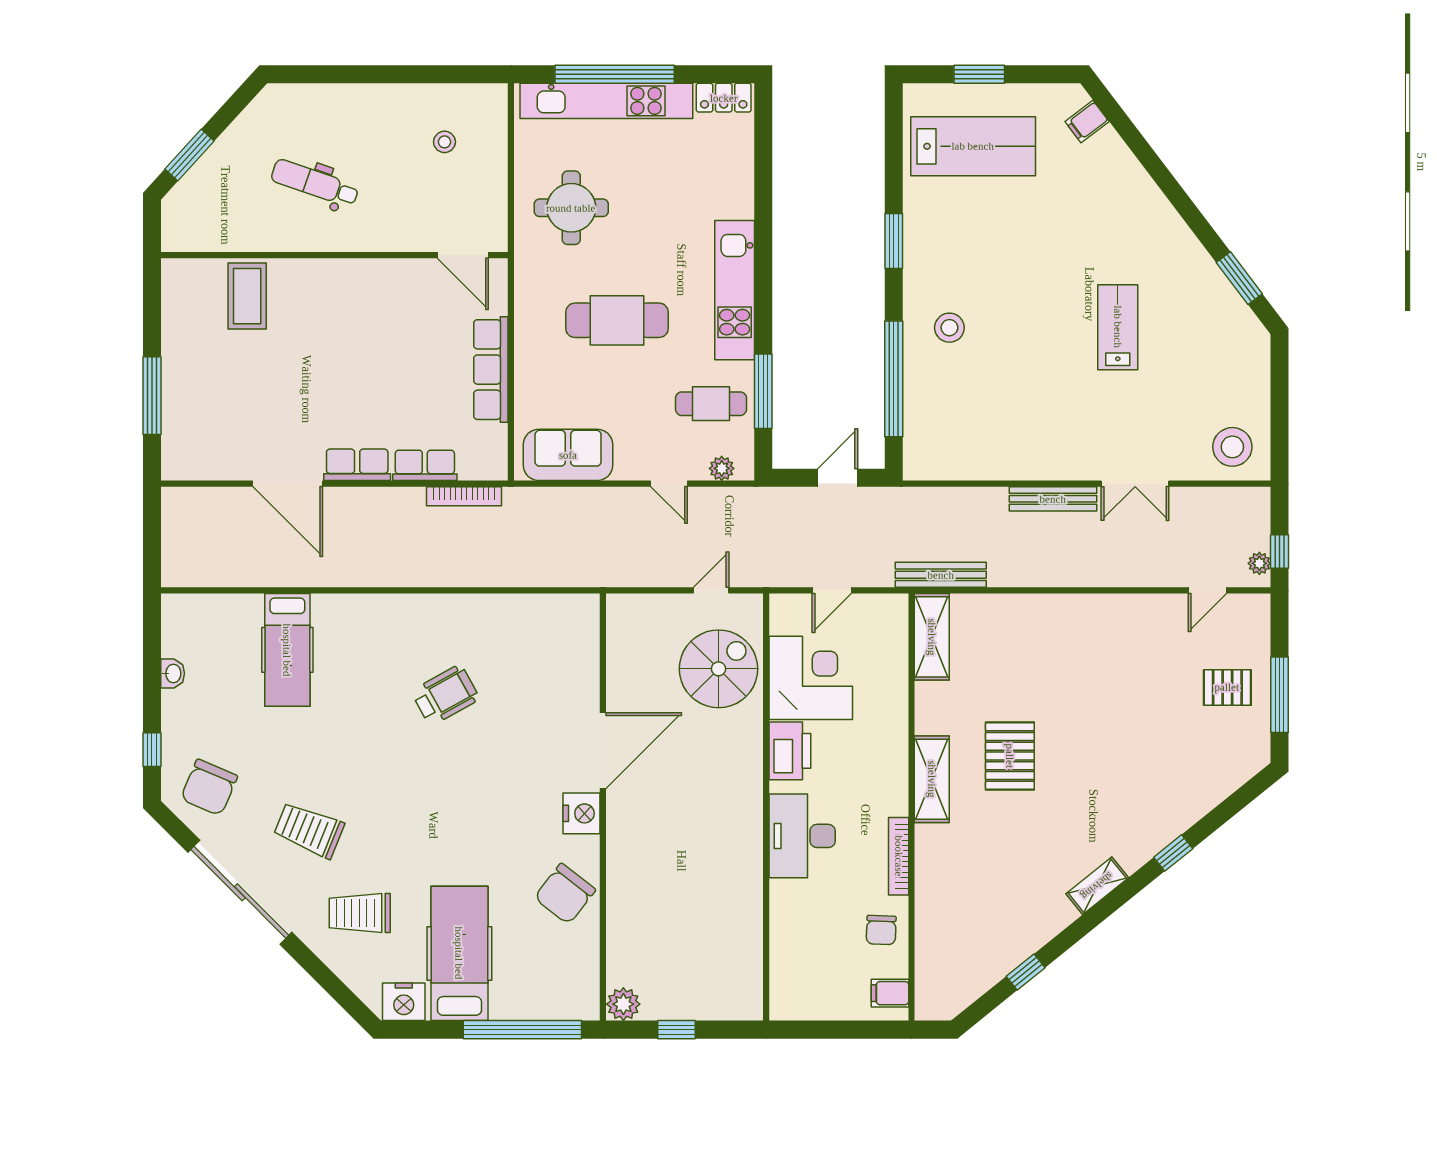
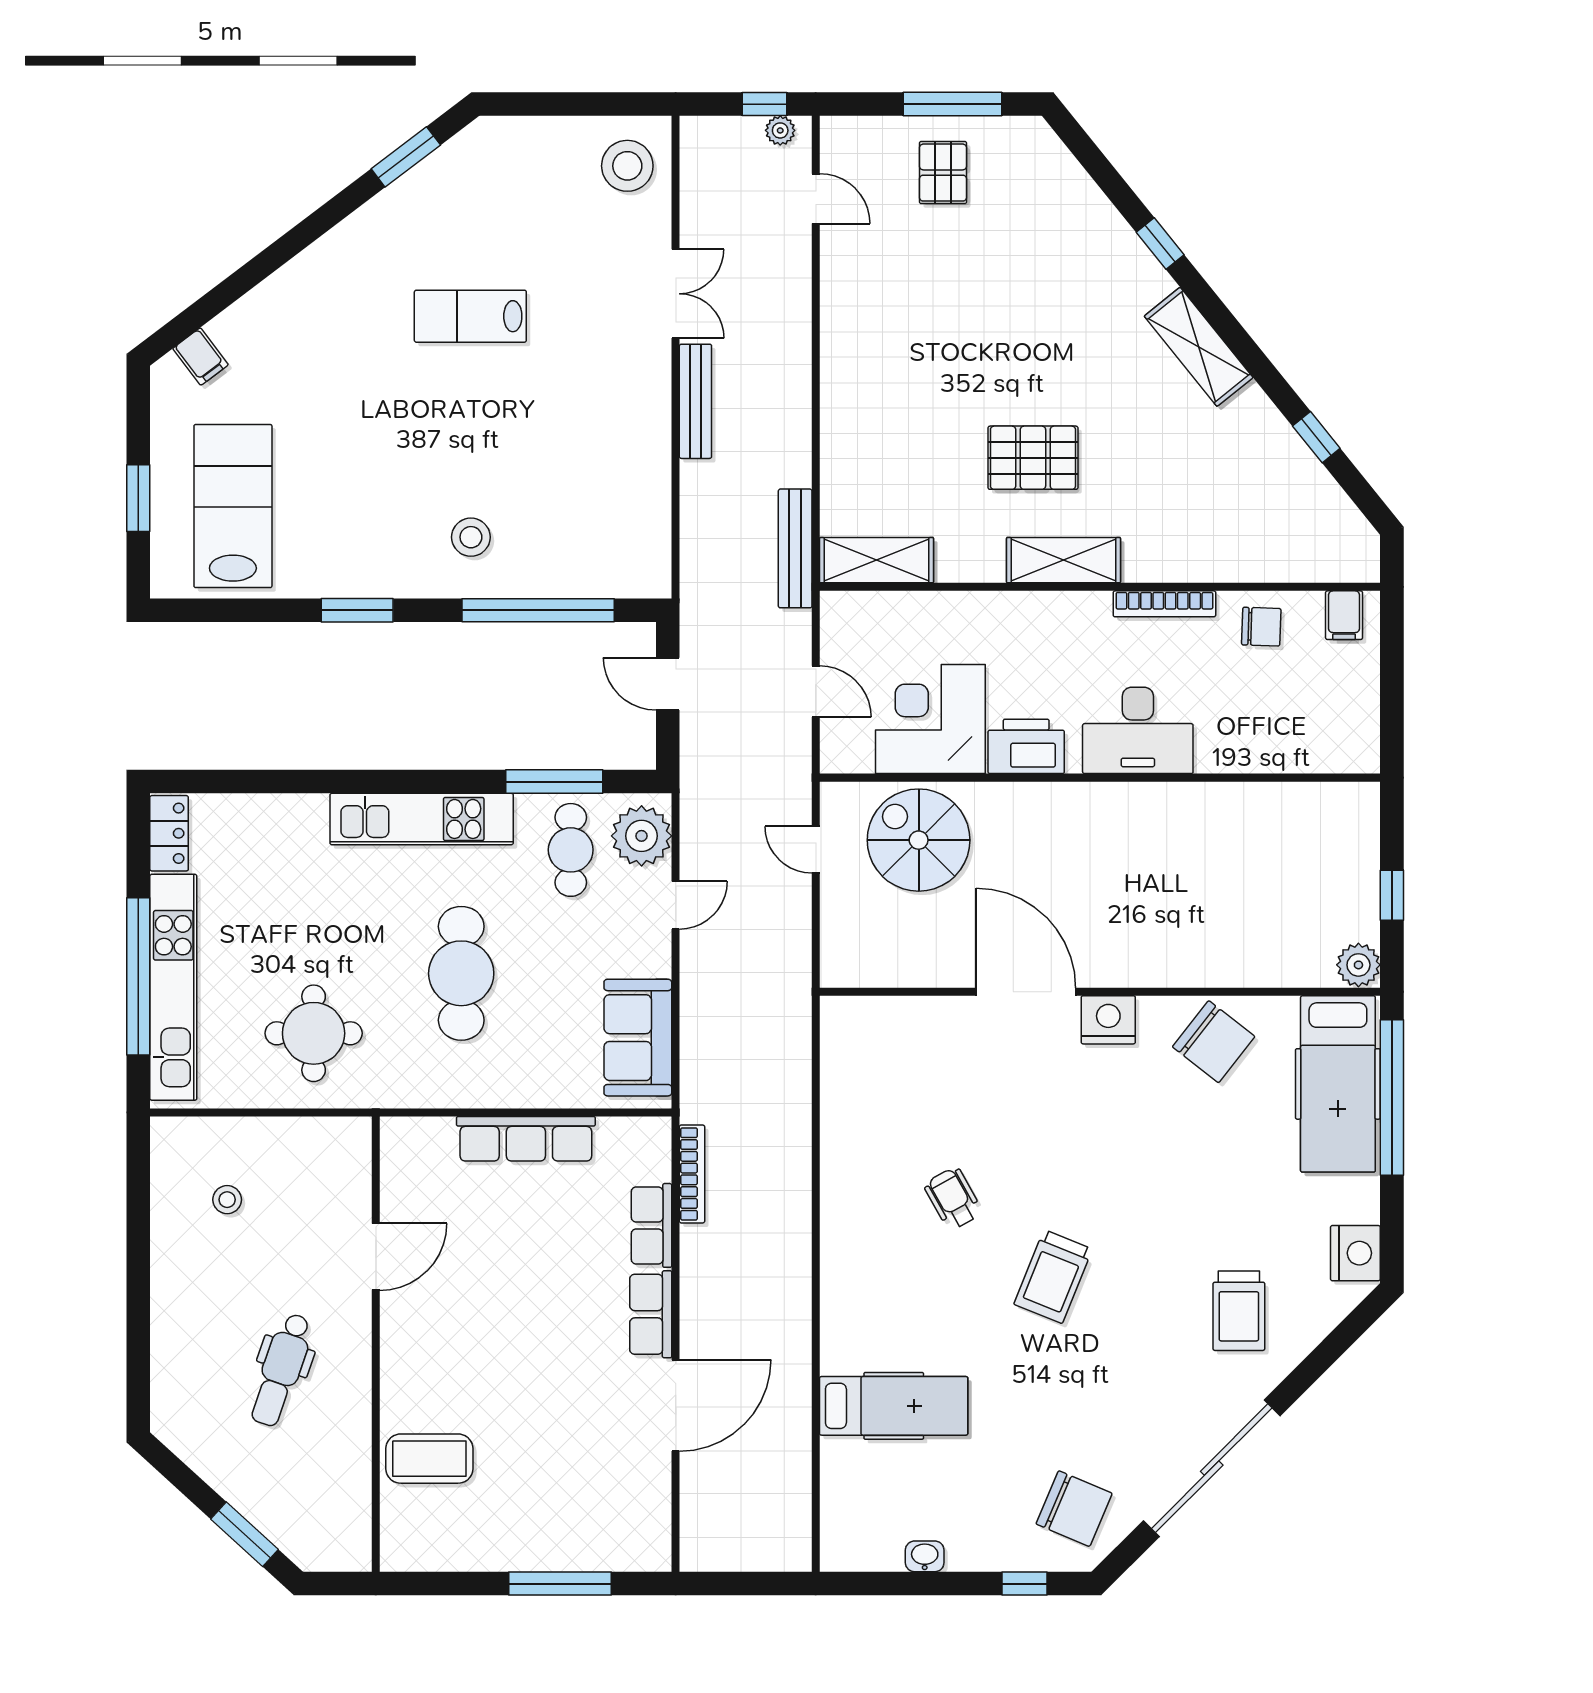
door: (463, 255) -> (376, 1257), moved
plant: (722, 468) -> (642, 836), width x1.87, depth x1.87
wheelchair: (445, 695) -> (953, 1198), width x0.73, depth x0.73
trolley: (309, 830) -> (1053, 1277), moved
shelving: (1097, 886) -> (1199, 347), width x1.50, depth x1.33
hospital bed: (459, 953) -> (1338, 1084), moved, turned -90

